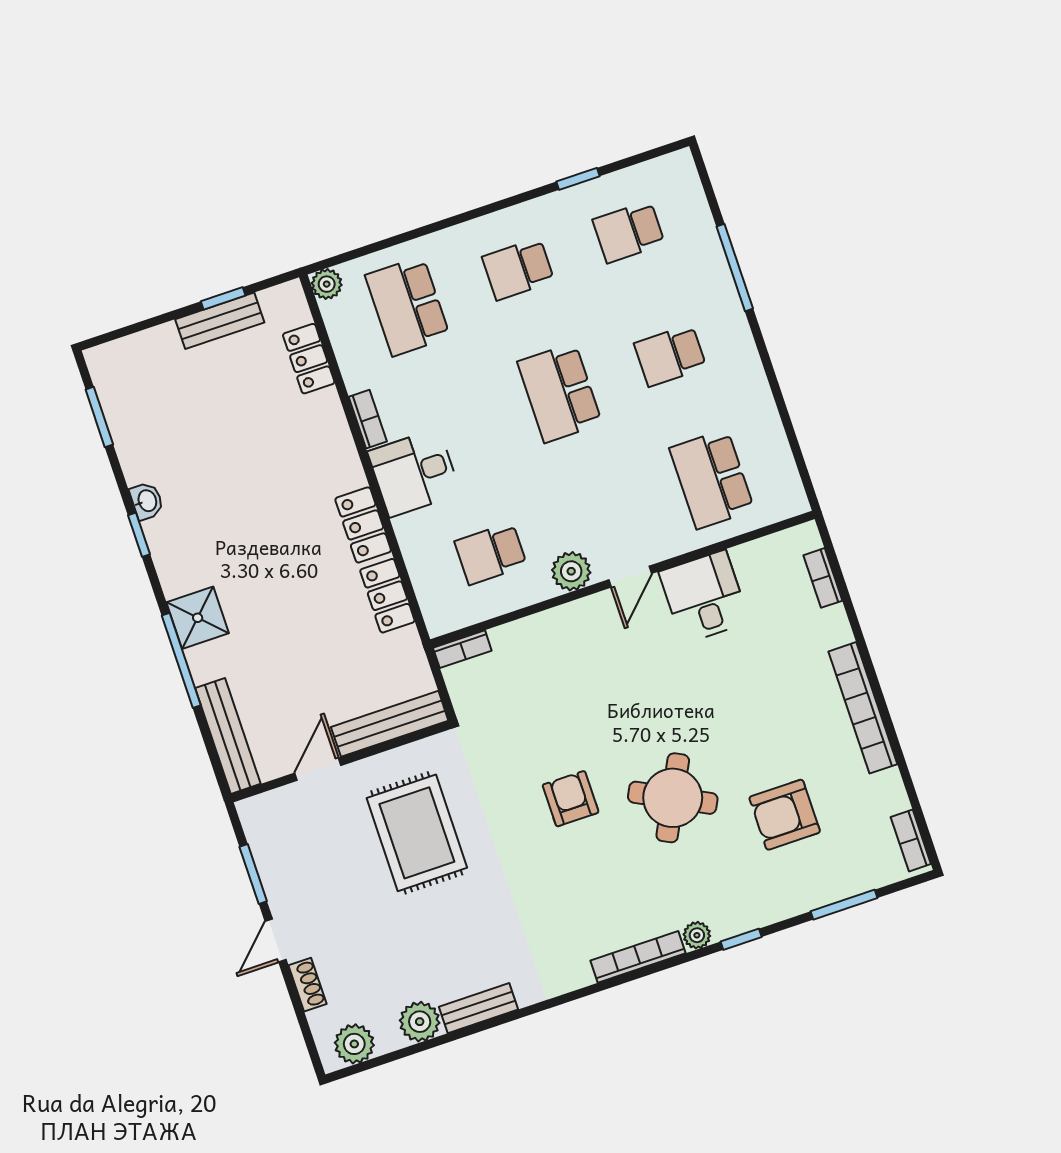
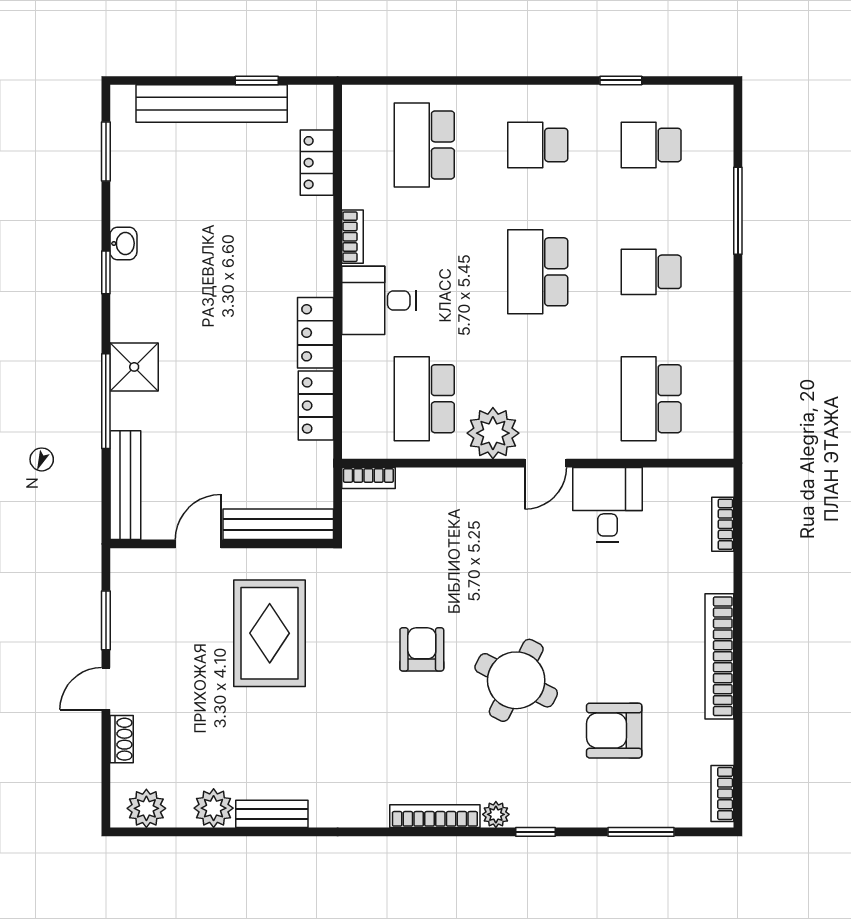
plant: (327, 284) -> (357, 99), removed
bench: (220, 321) -> (212, 103), width x1.86, depth x1.21
school desk: (491, 553) -> (424, 399), width x1.85
plant: (571, 571) -> (493, 433), width x1.36, depth x1.36

